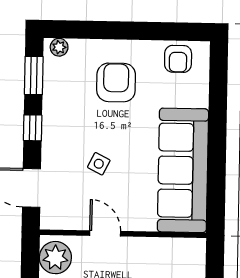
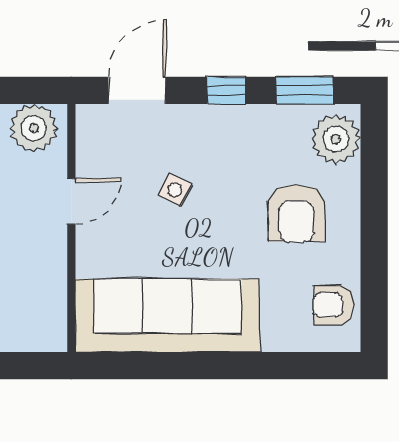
plant: (59, 47) -> (336, 139), width x1.87, depth x1.87
armchair: (116, 82) -> (296, 213), turned 90

